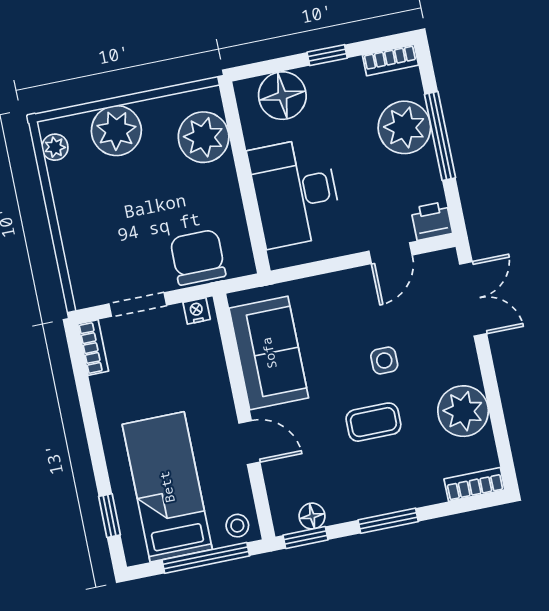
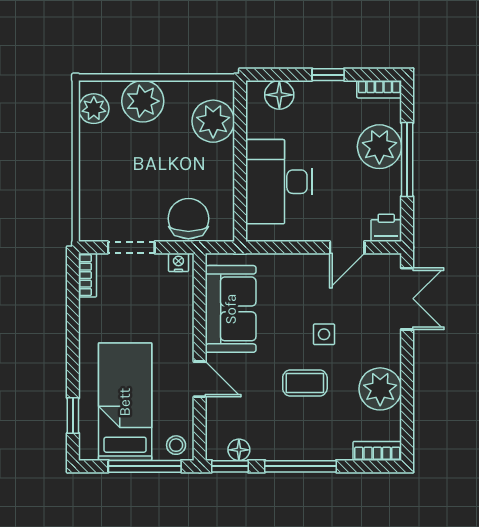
floor lamp: (282, 96) -> (279, 95), width x0.73, depth x0.73
plant: (55, 147) -> (94, 109), width x1.38, depth x1.38
window: (388, 521) -> (301, 466), width x1.44

